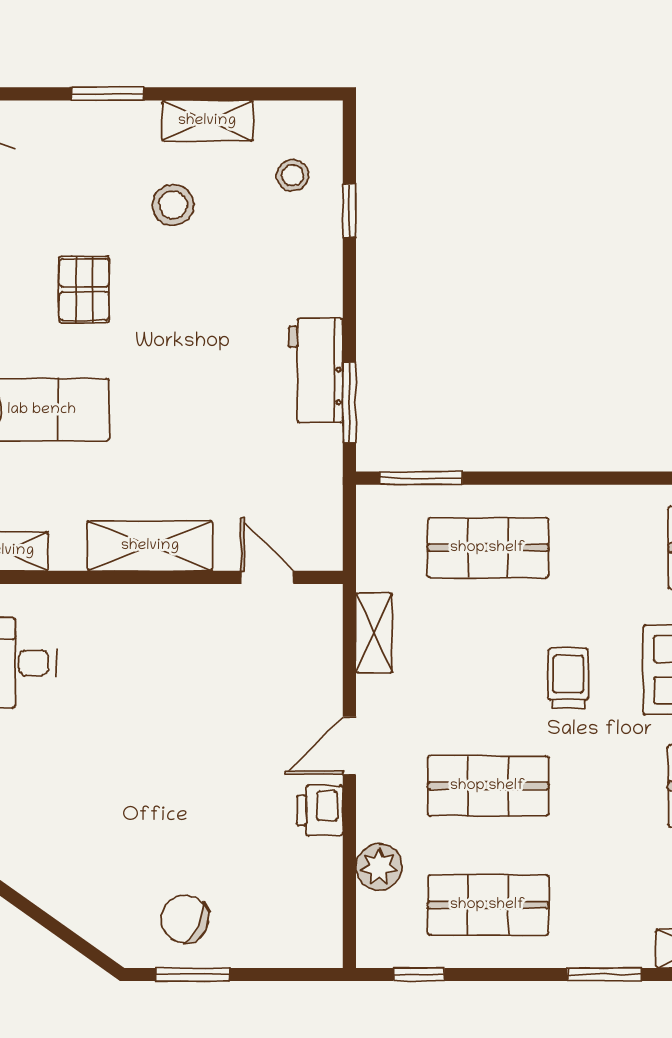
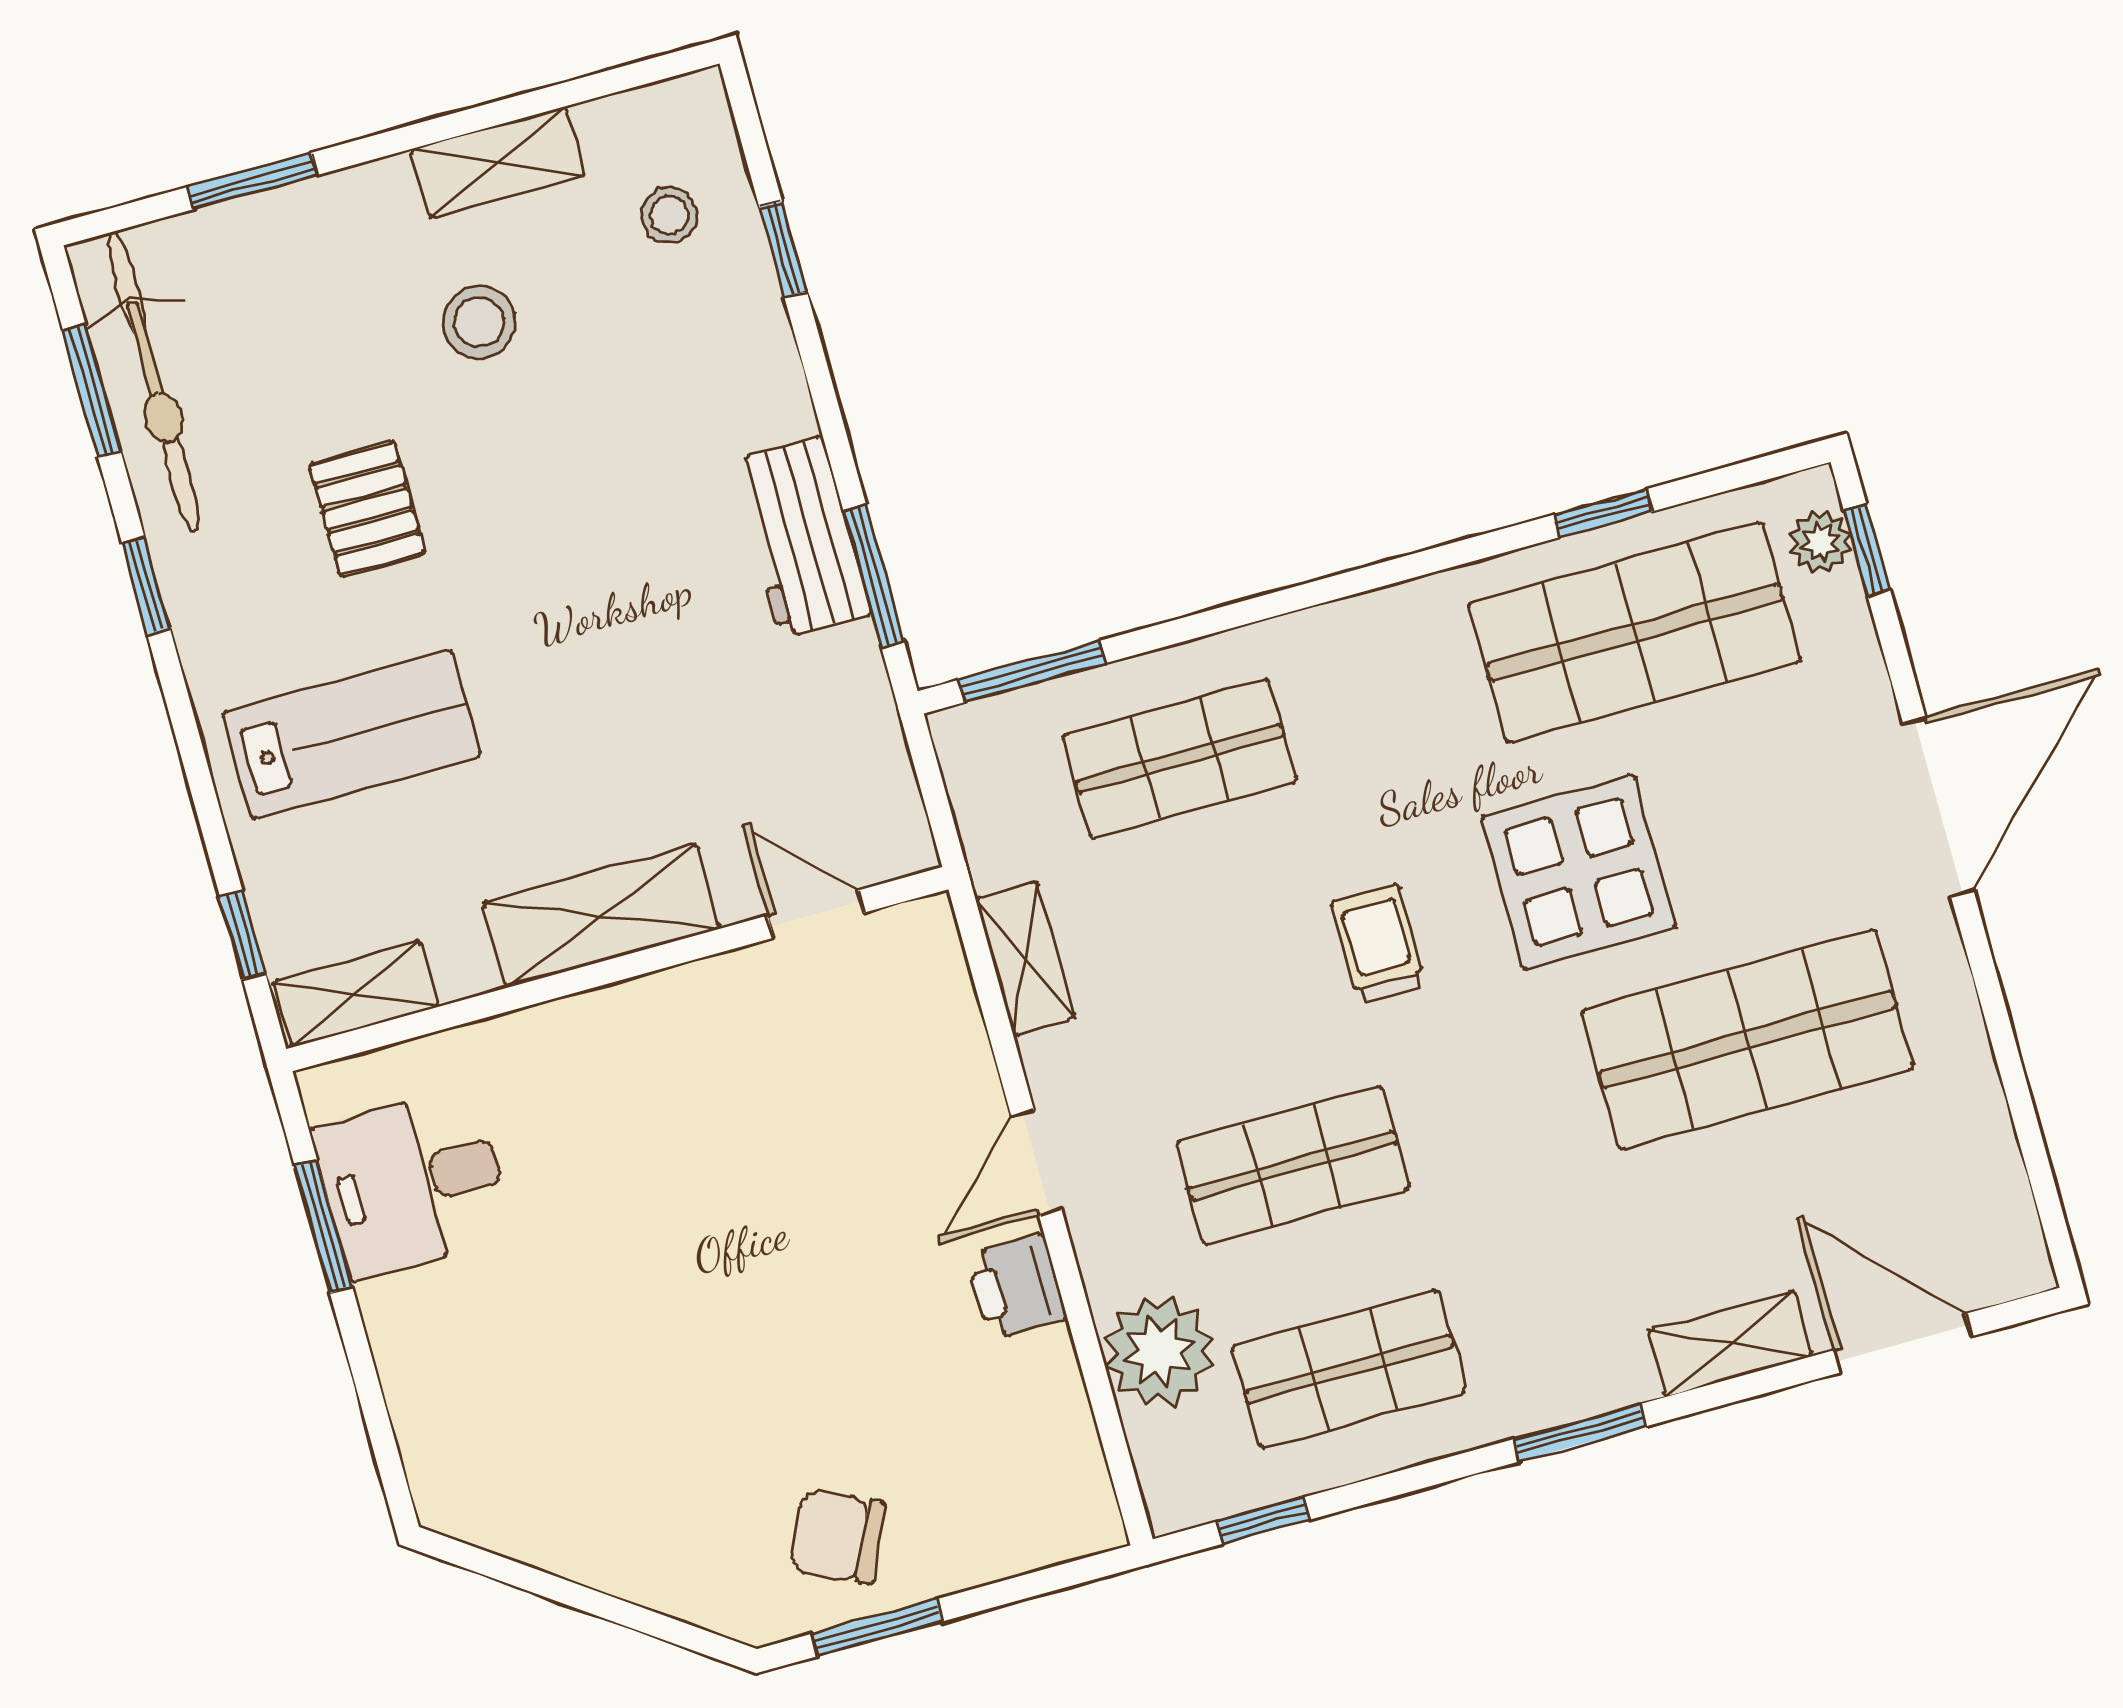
window: (108, 94) -> (252, 181), moved
plant: (379, 867) -> (1159, 1352), width x1.36, depth x1.36

